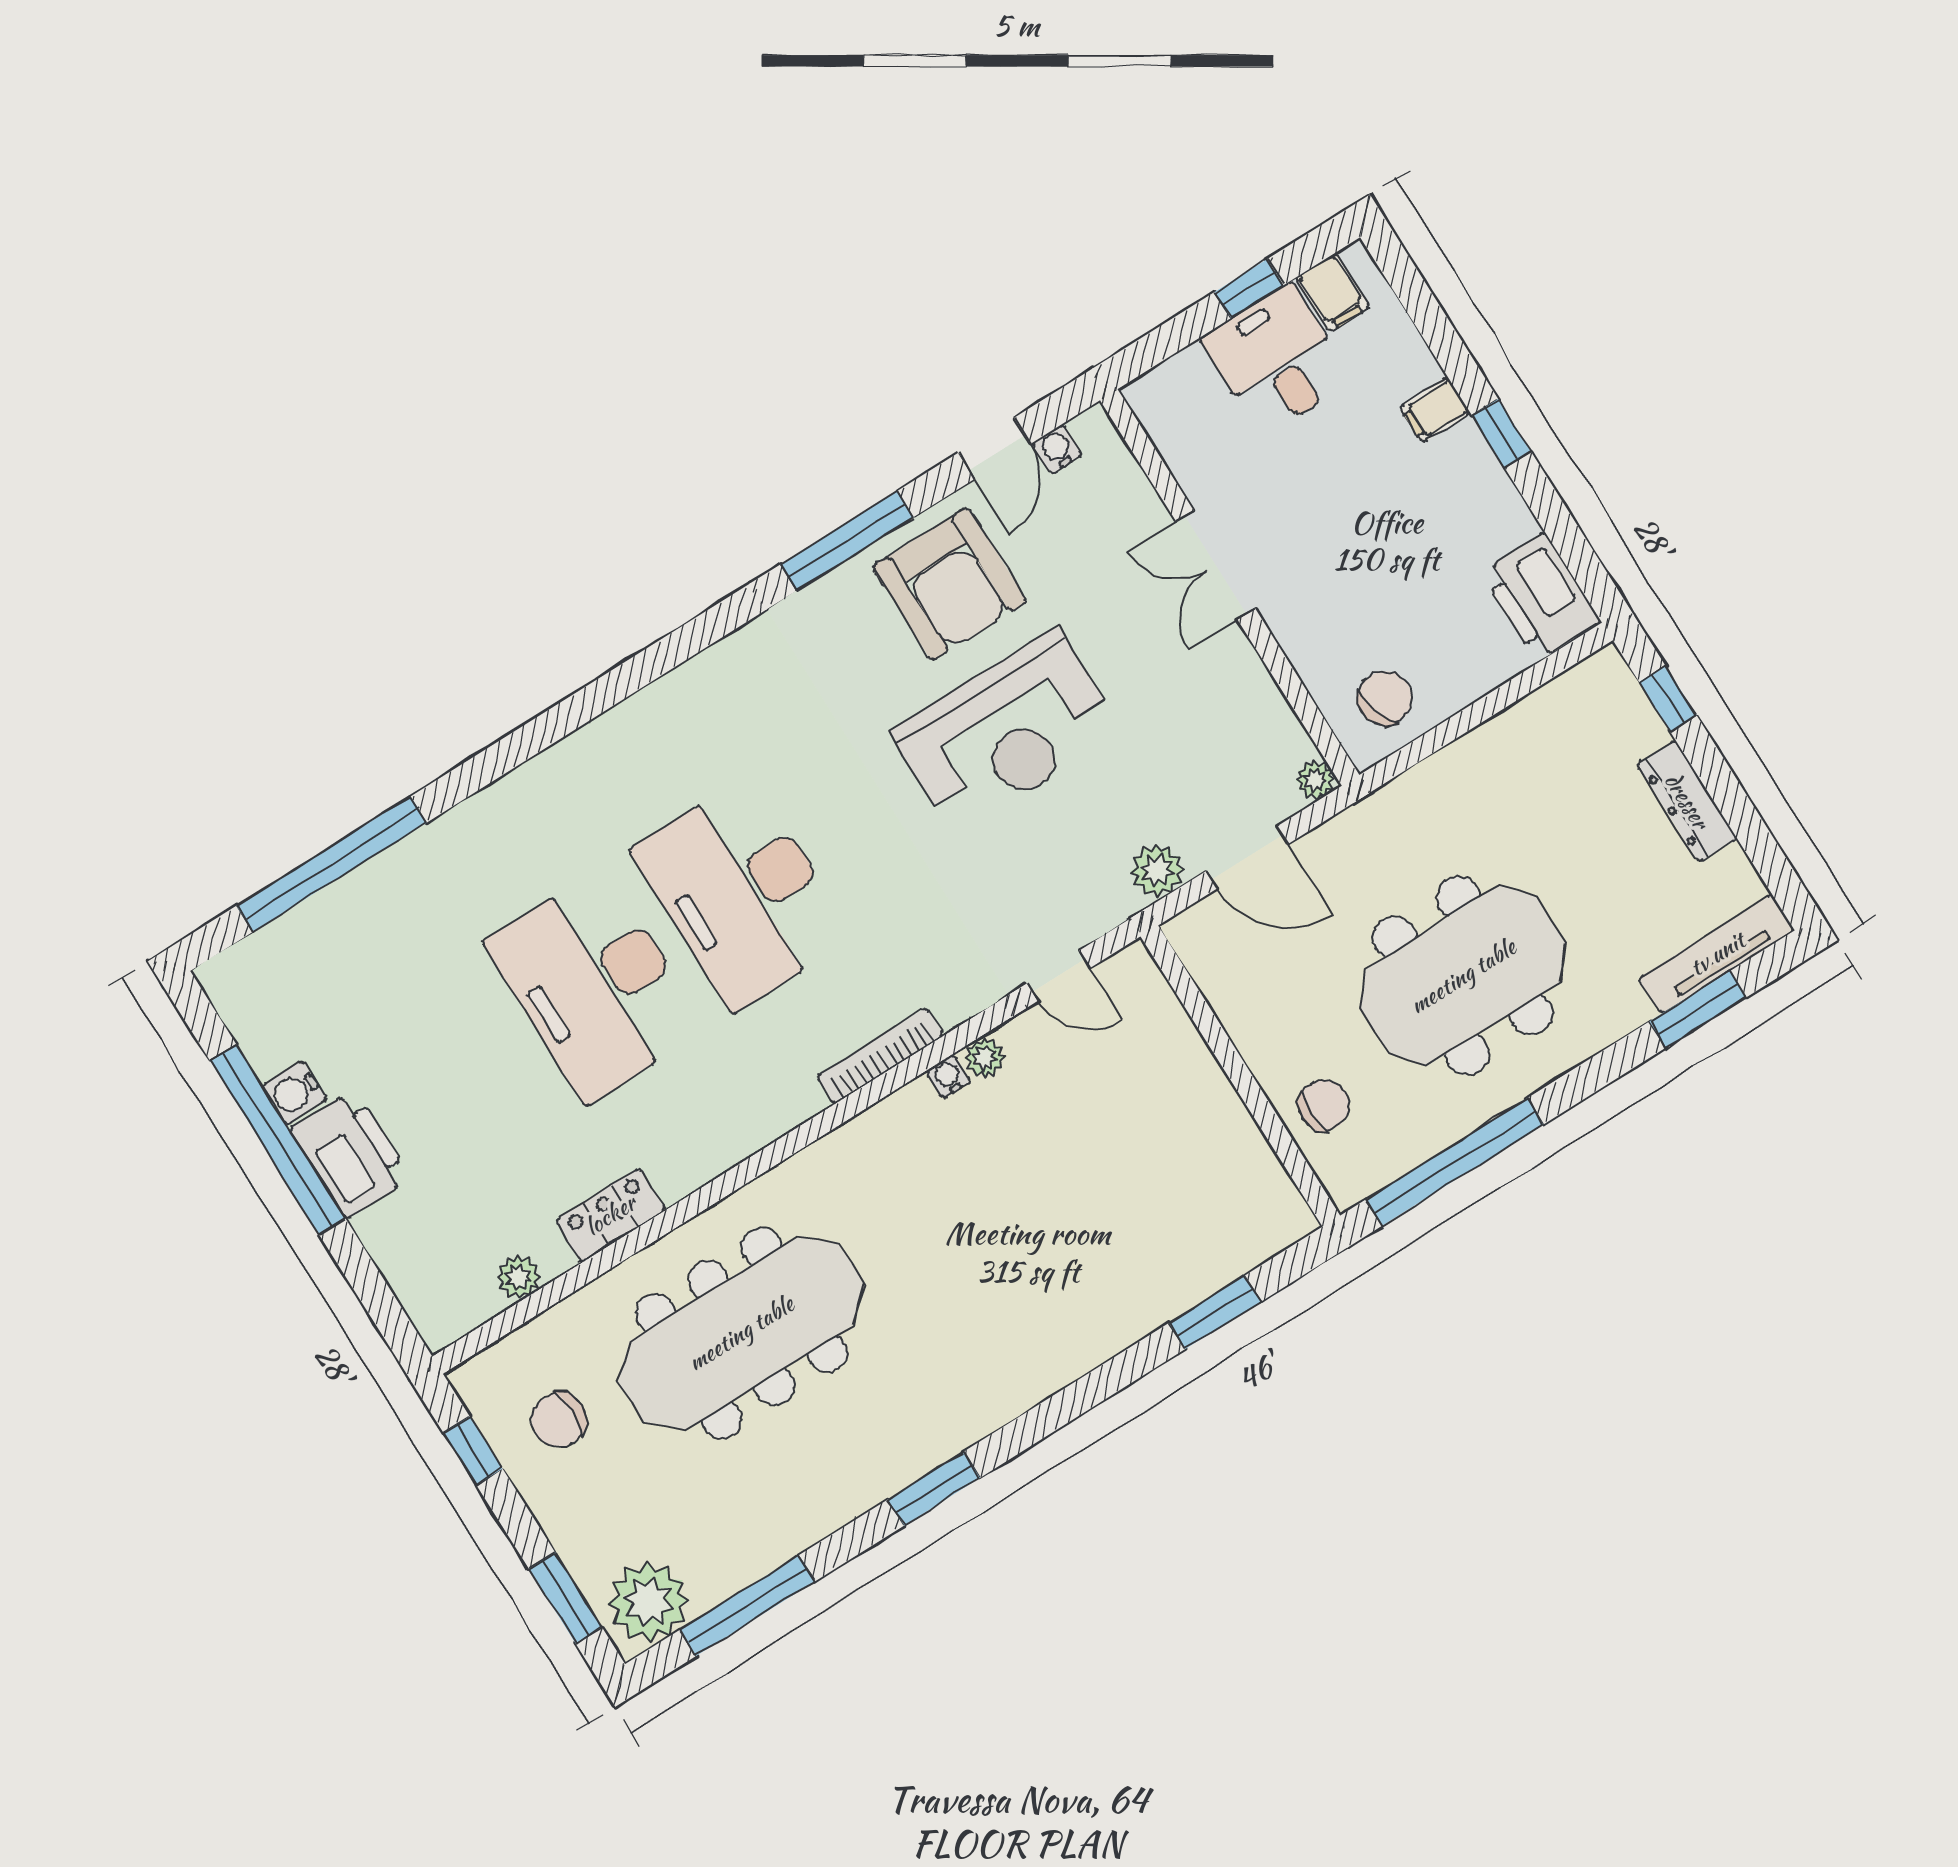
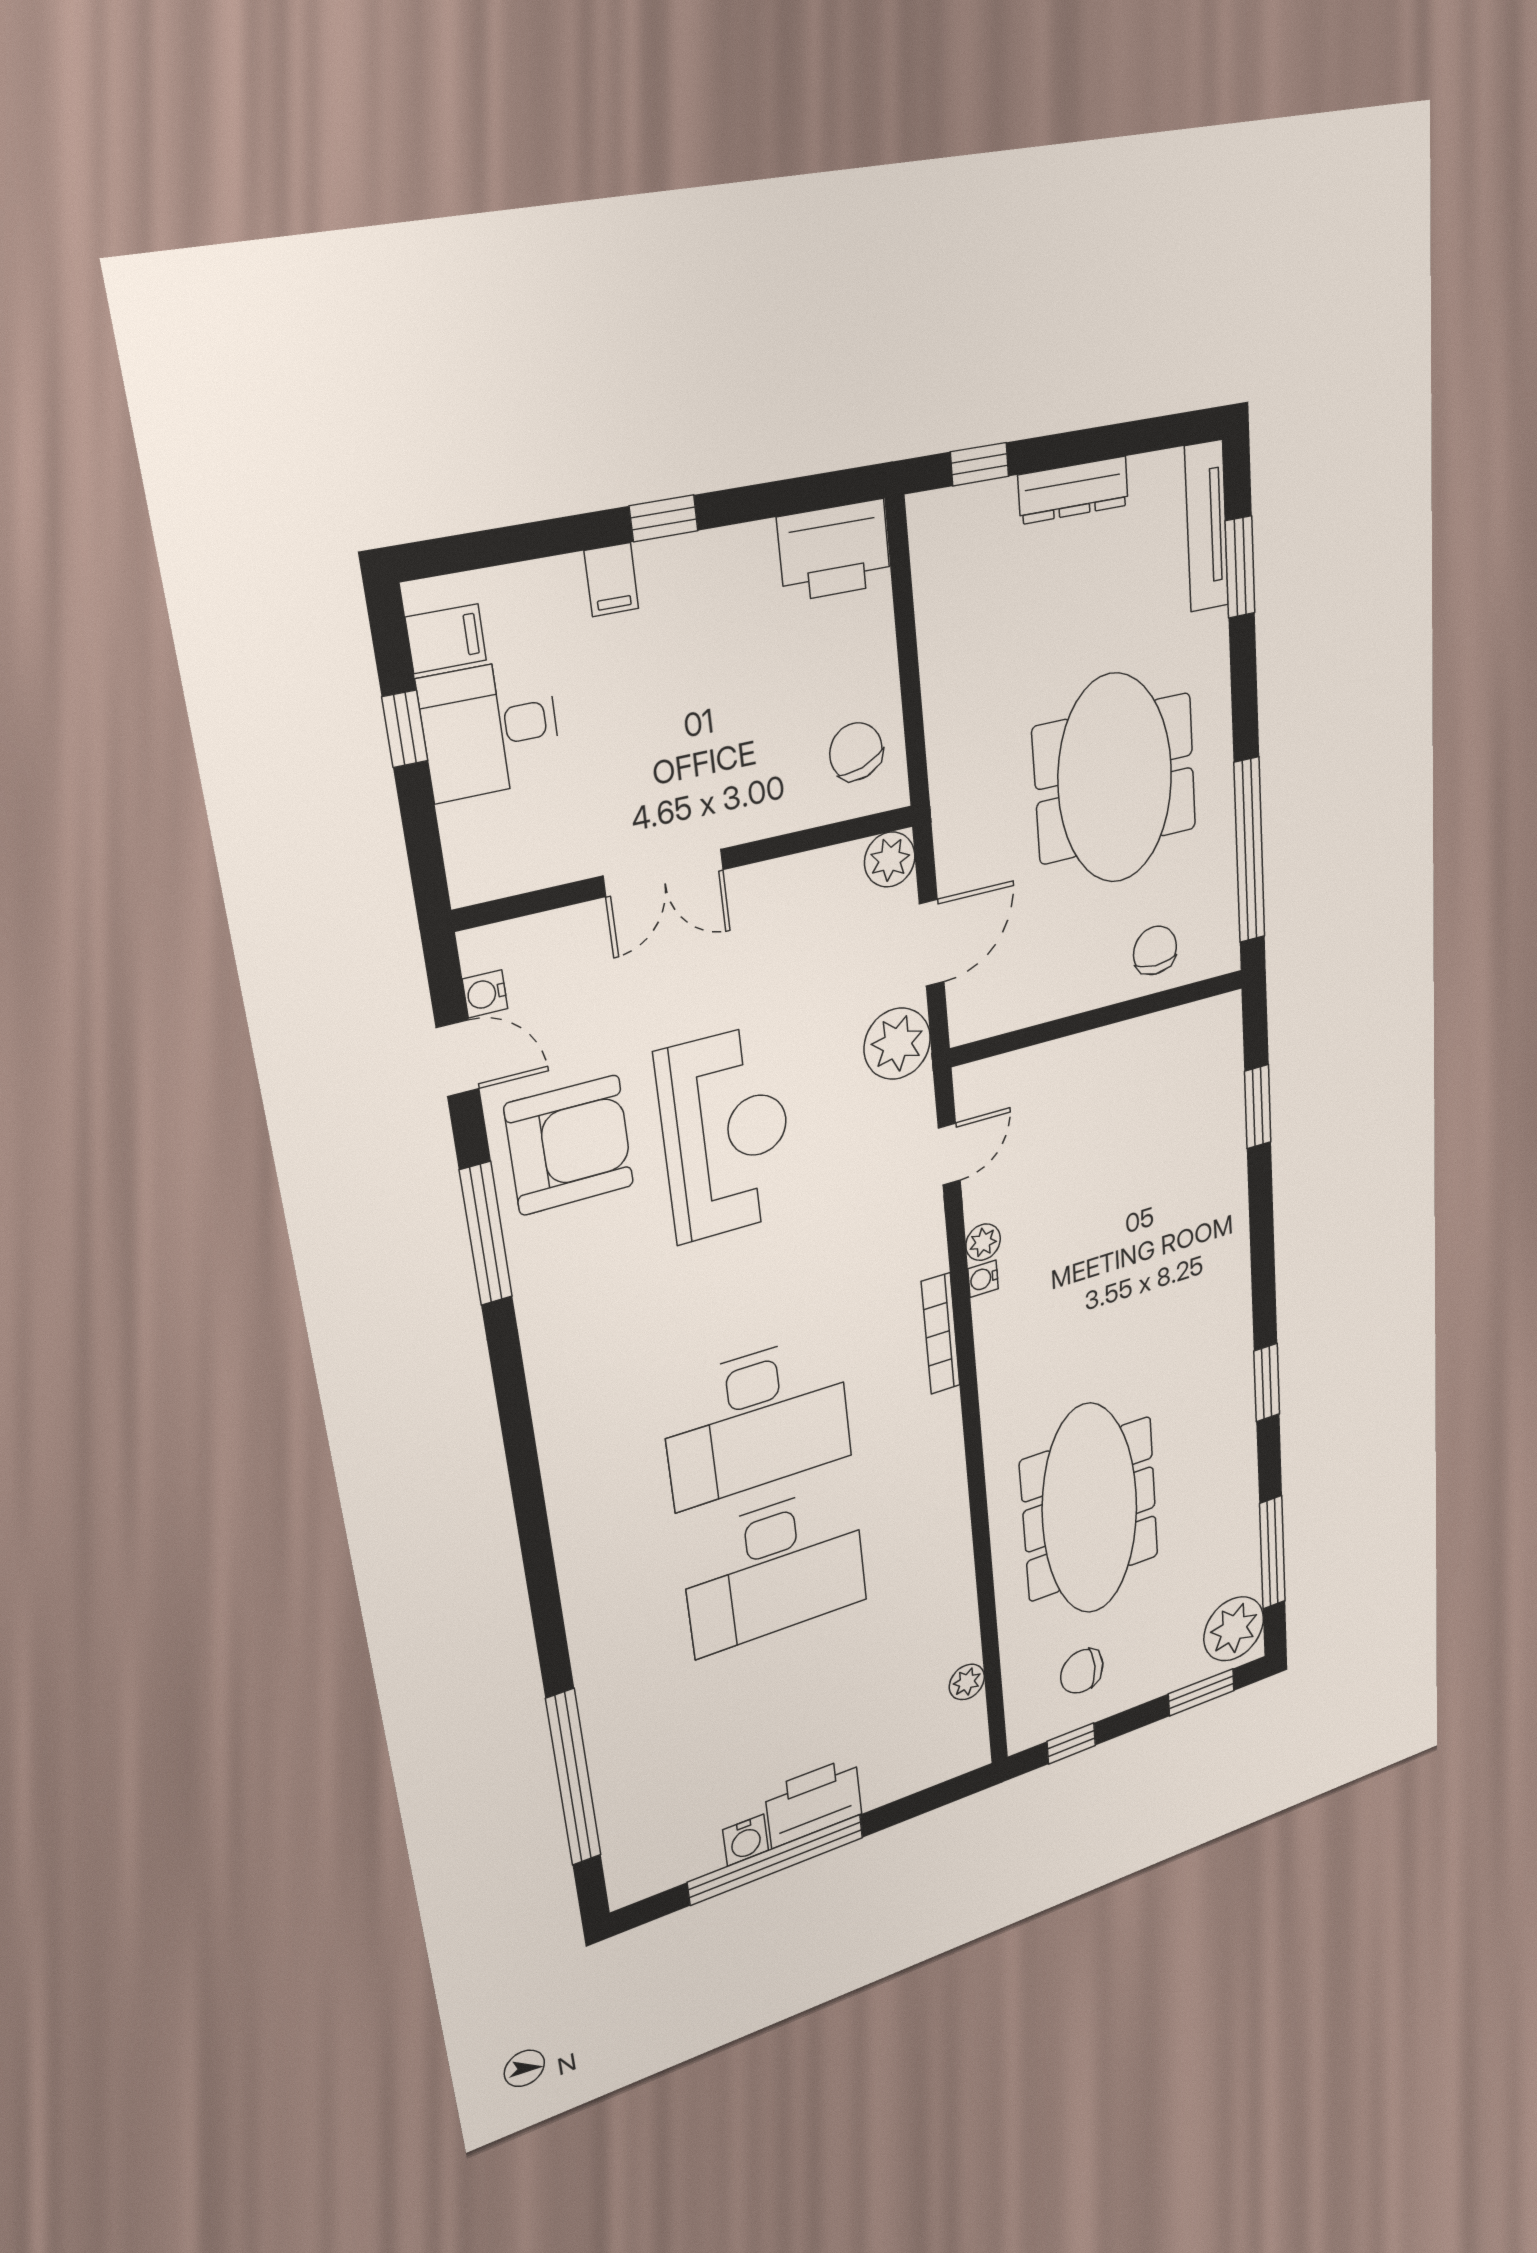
plant: (1315, 780) -> (890, 859), width x1.38, depth x1.38
plant: (1157, 870) -> (897, 1044), width x1.36, depth x1.36
locker: (610, 1215) -> (956, 1596), removed
chair: (559, 1420) -> (1082, 1671), turned 90

